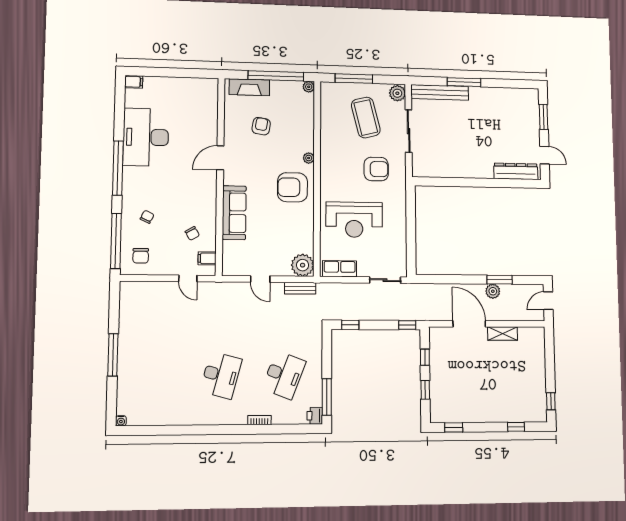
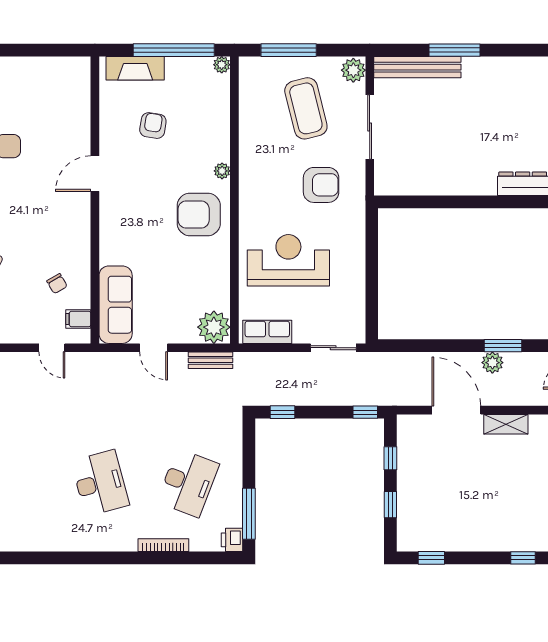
sofa: (234, 213) -> (116, 305), moved
reception desk: (354, 220) -> (288, 260), turned 180
desk: (221, 375) -> (100, 483), turned -30
bookcase: (259, 420) -> (163, 545), width x1.56

